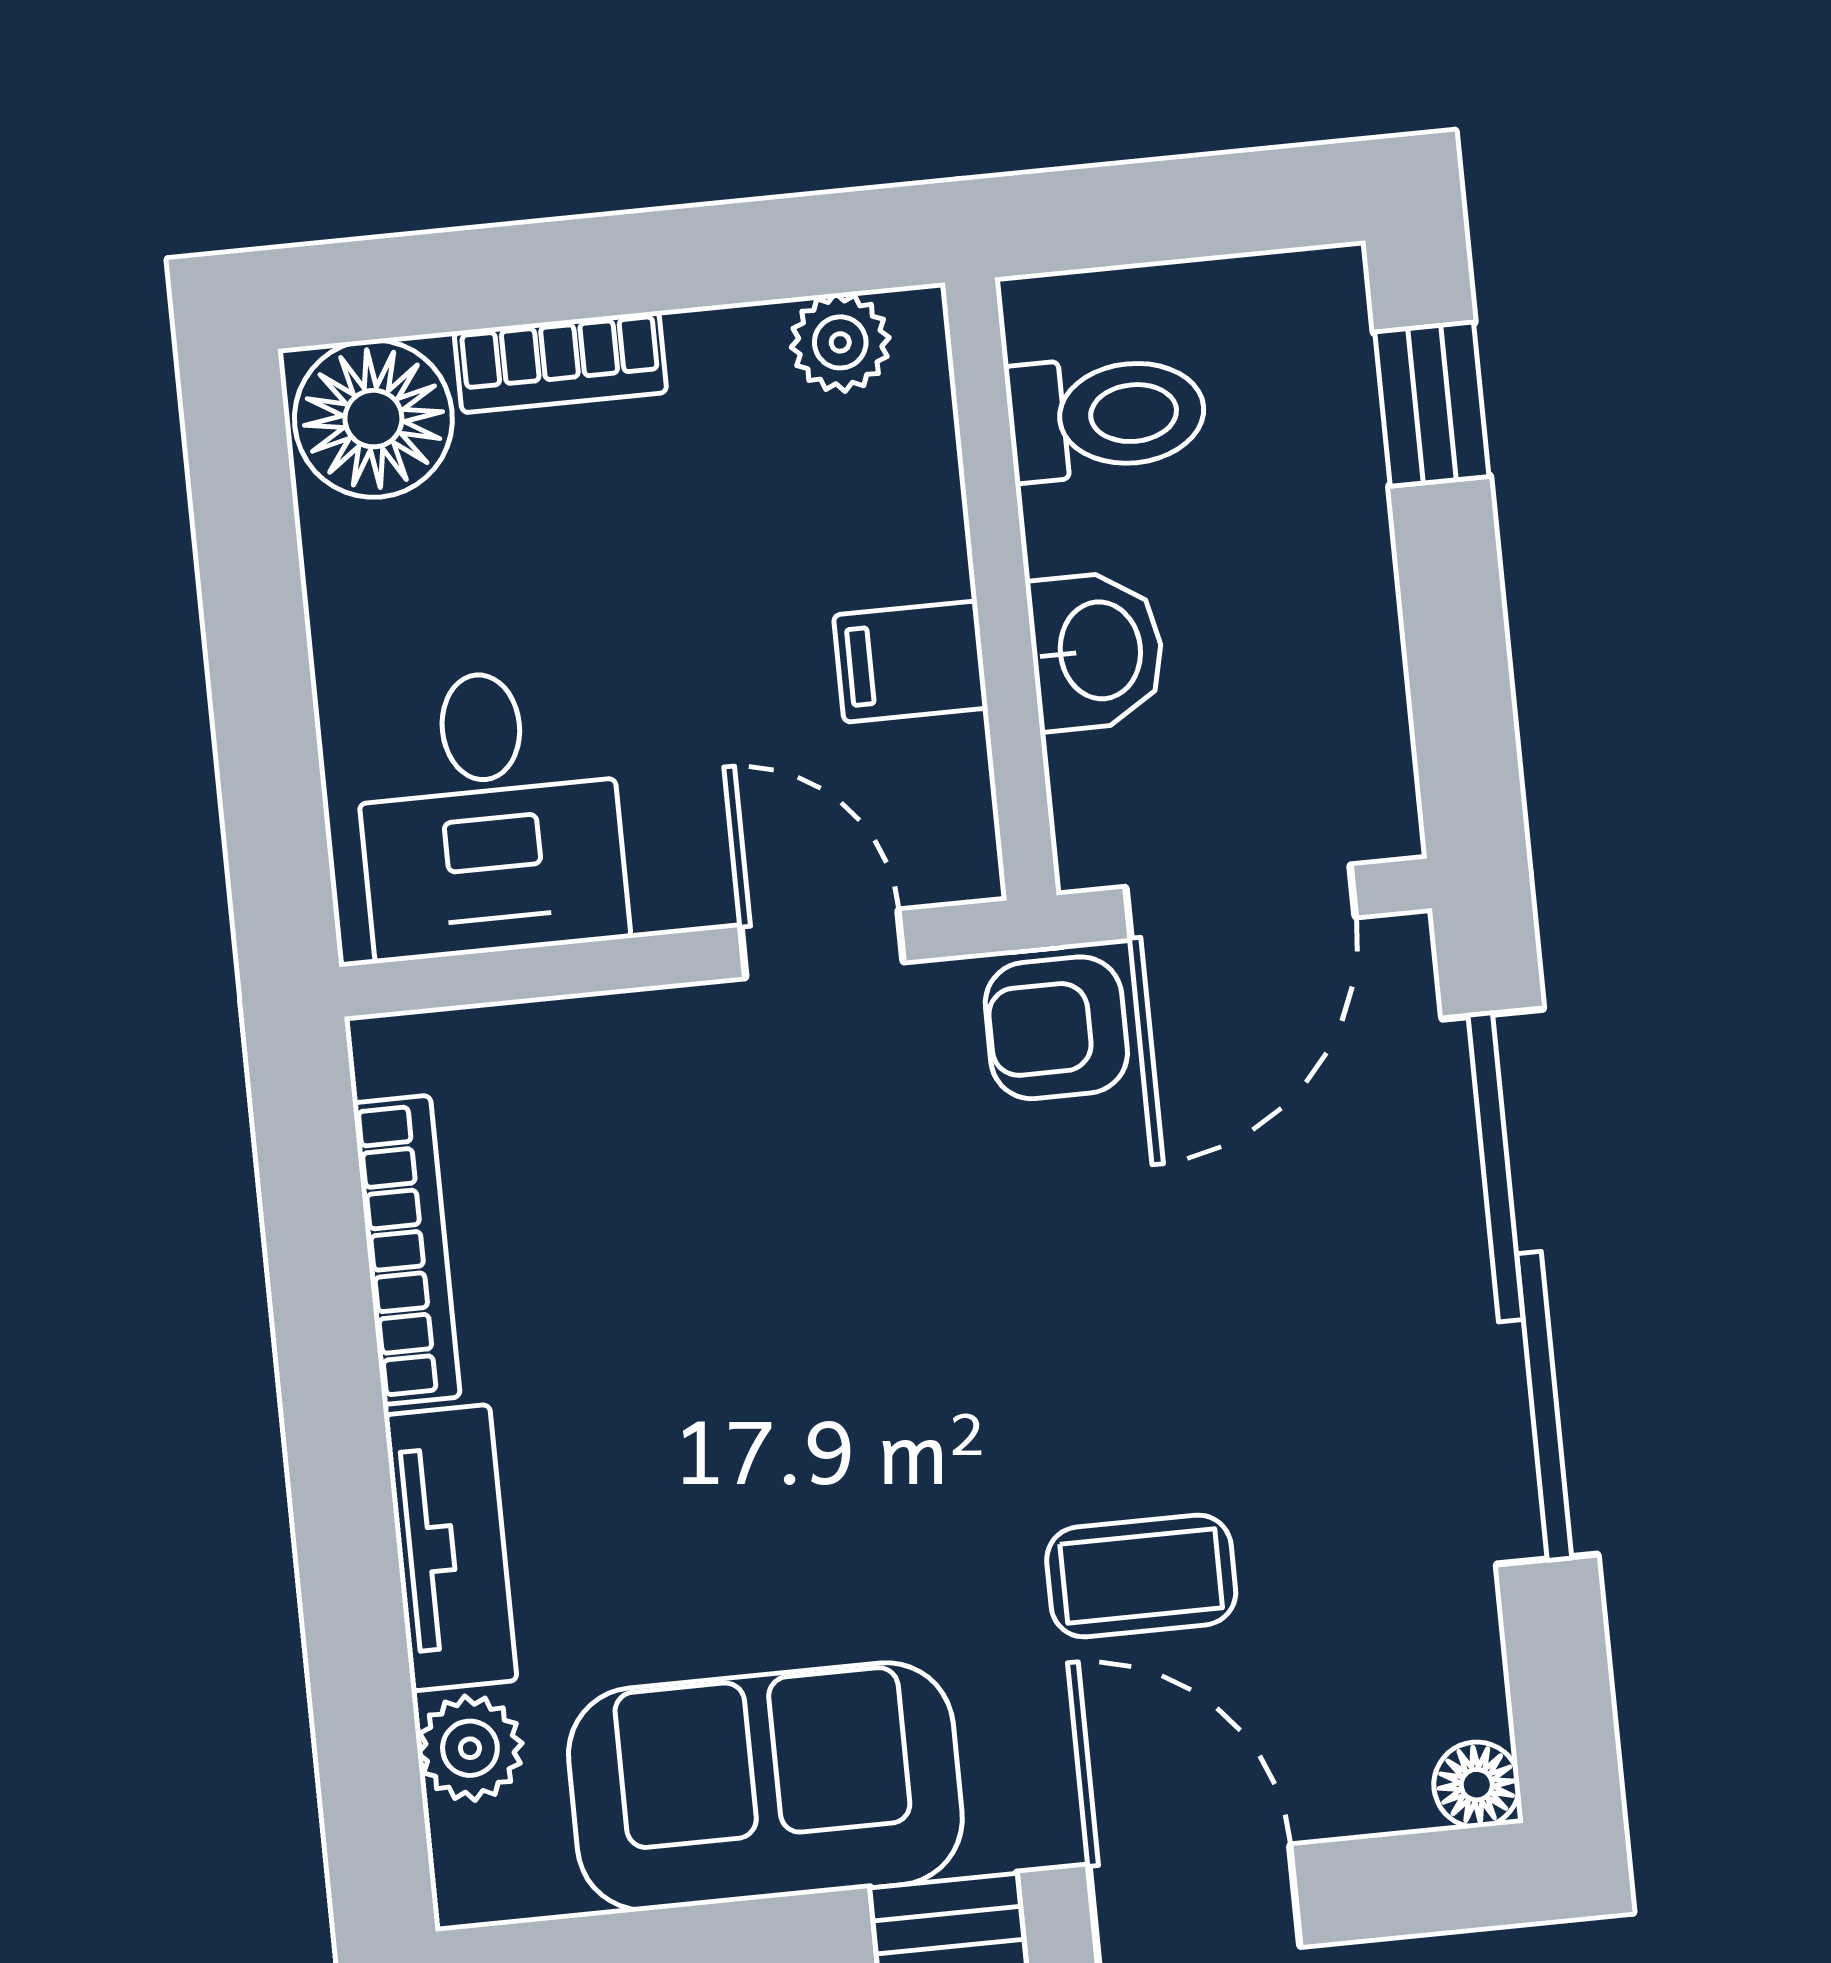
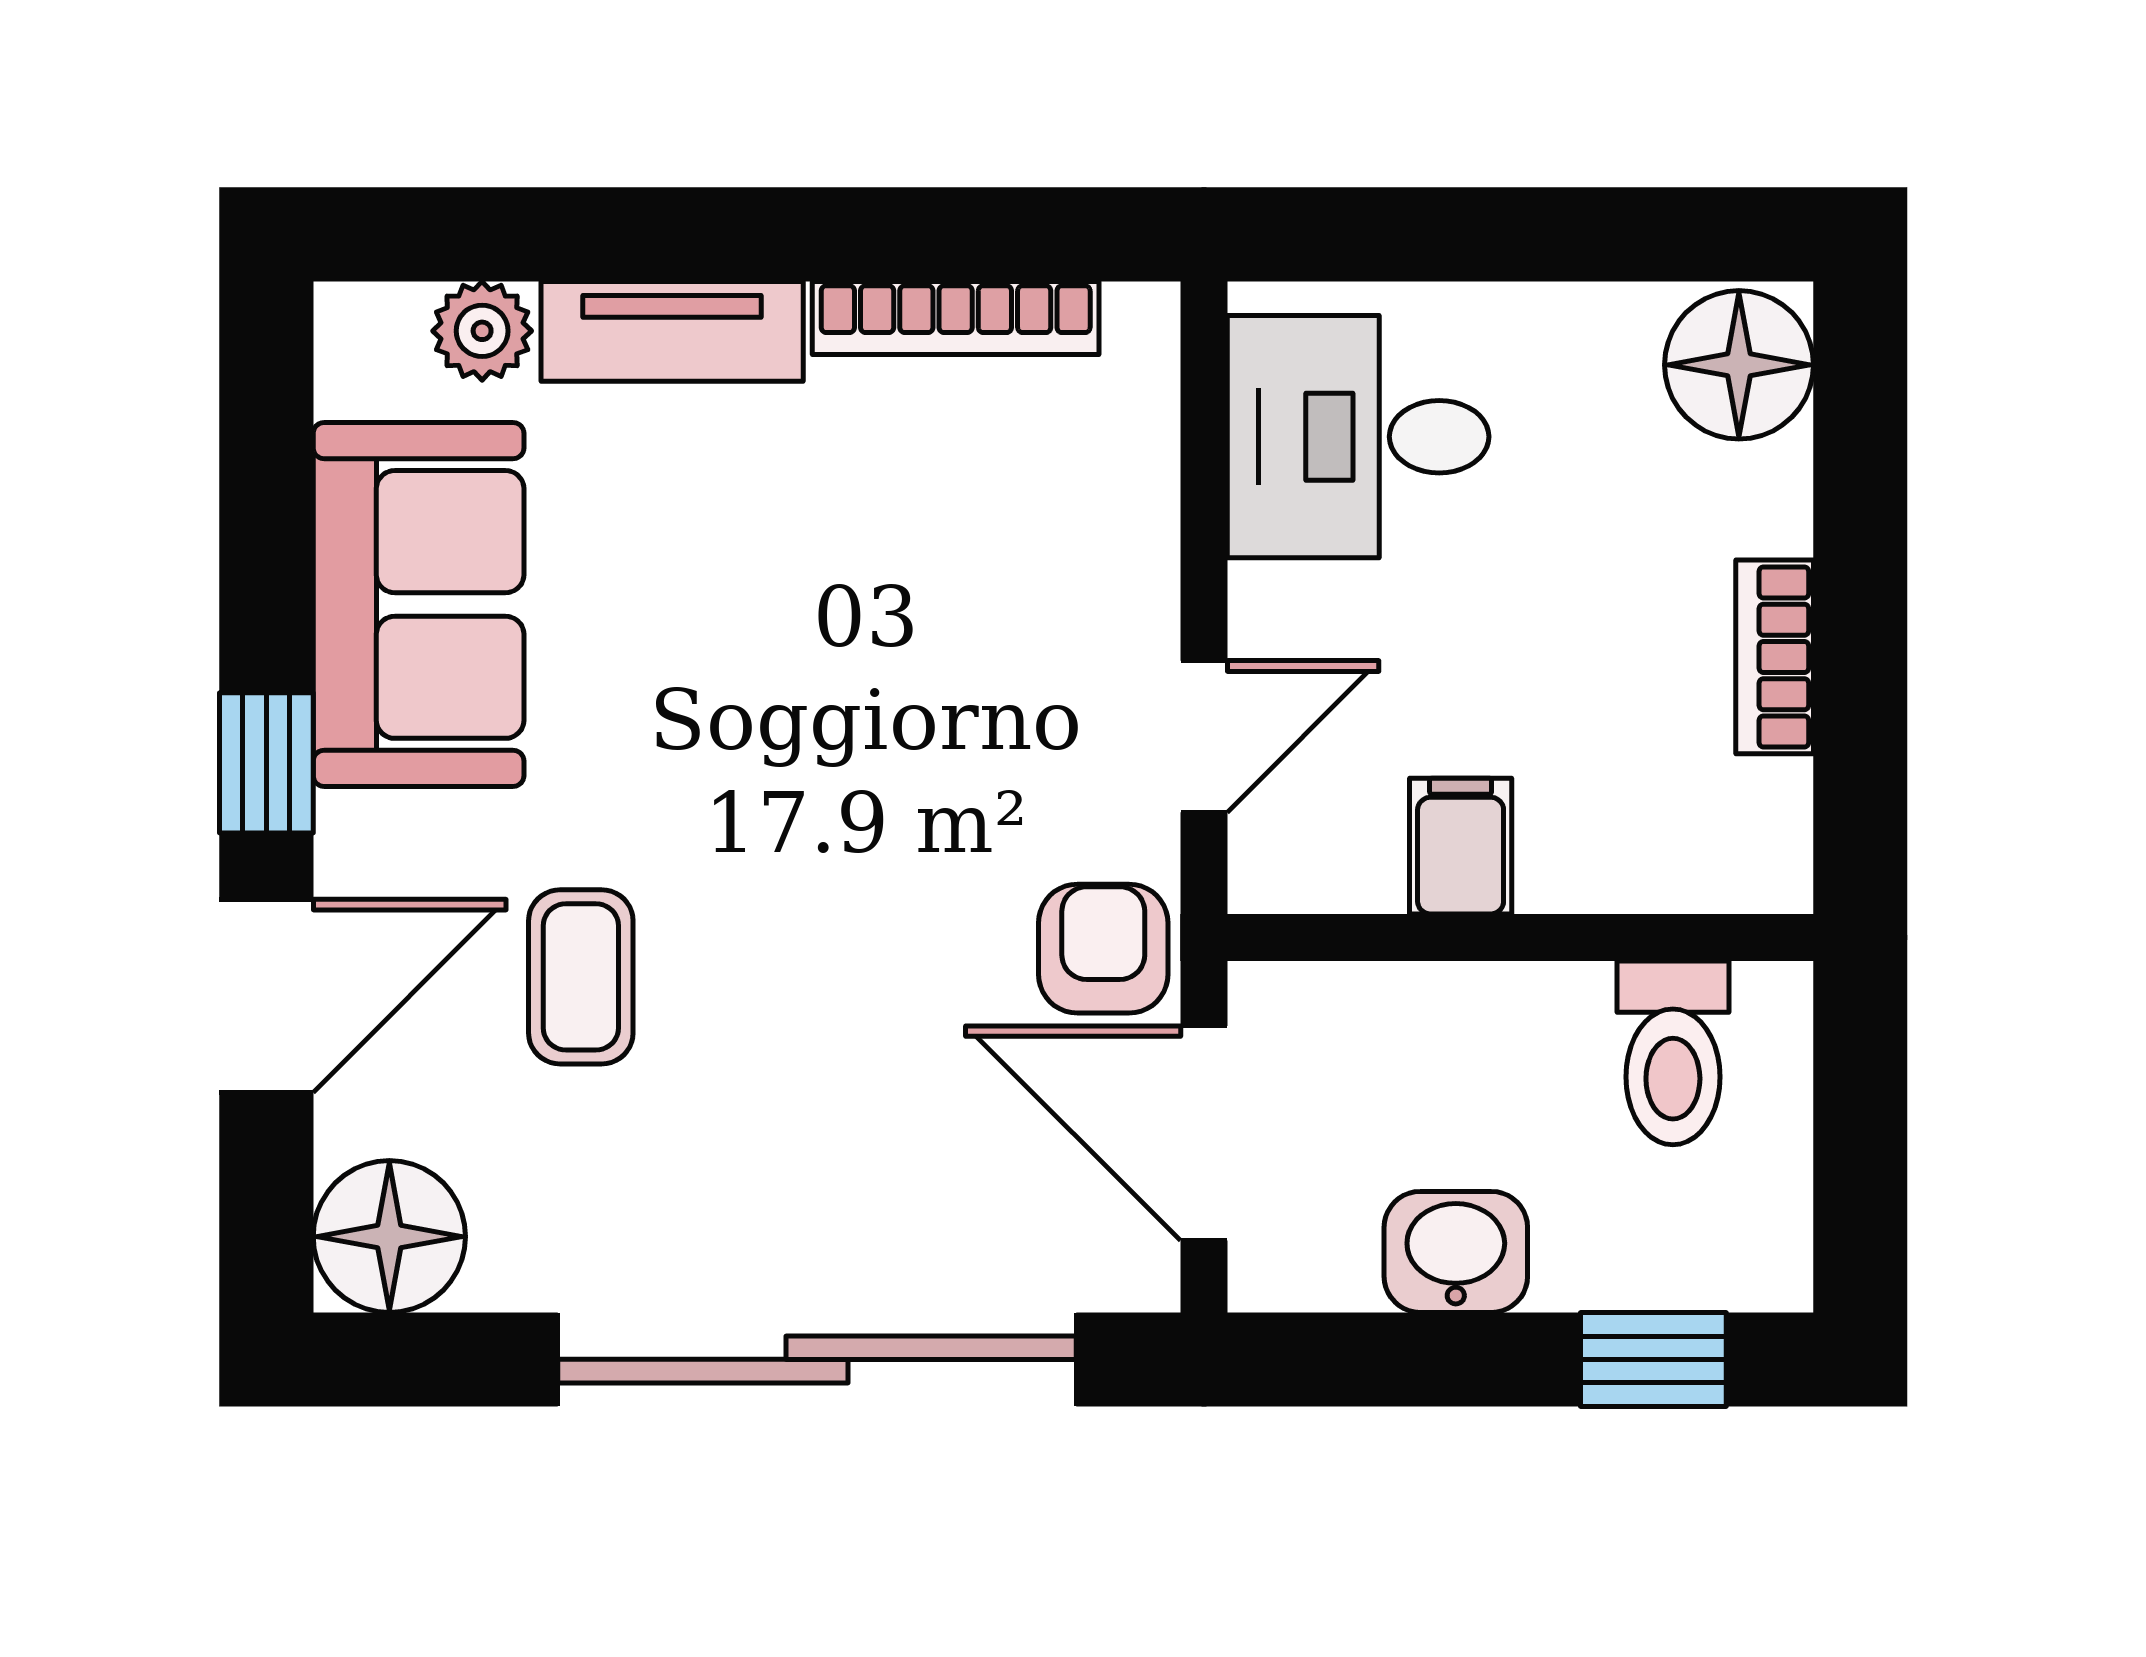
plant: (840, 342) -> (1767, 810), removed
bookcase: (560, 362) -> (1775, 657), moved
washbasin: (1097, 651) -> (1456, 1252), moved, turned 180
floor lamp: (1477, 1785) -> (389, 1237), width x1.89, depth x1.89

